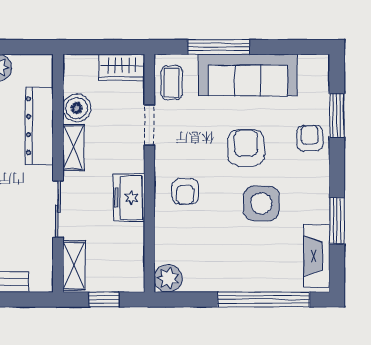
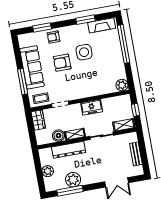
armchair: (185, 191) -> (85, 84), removed

